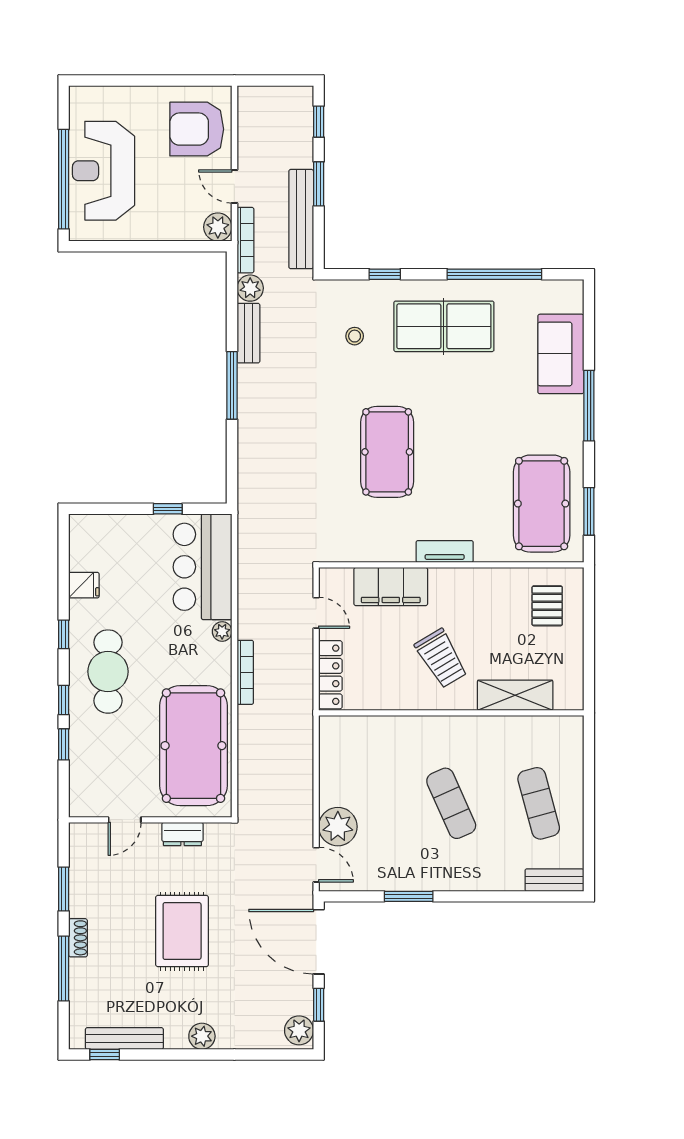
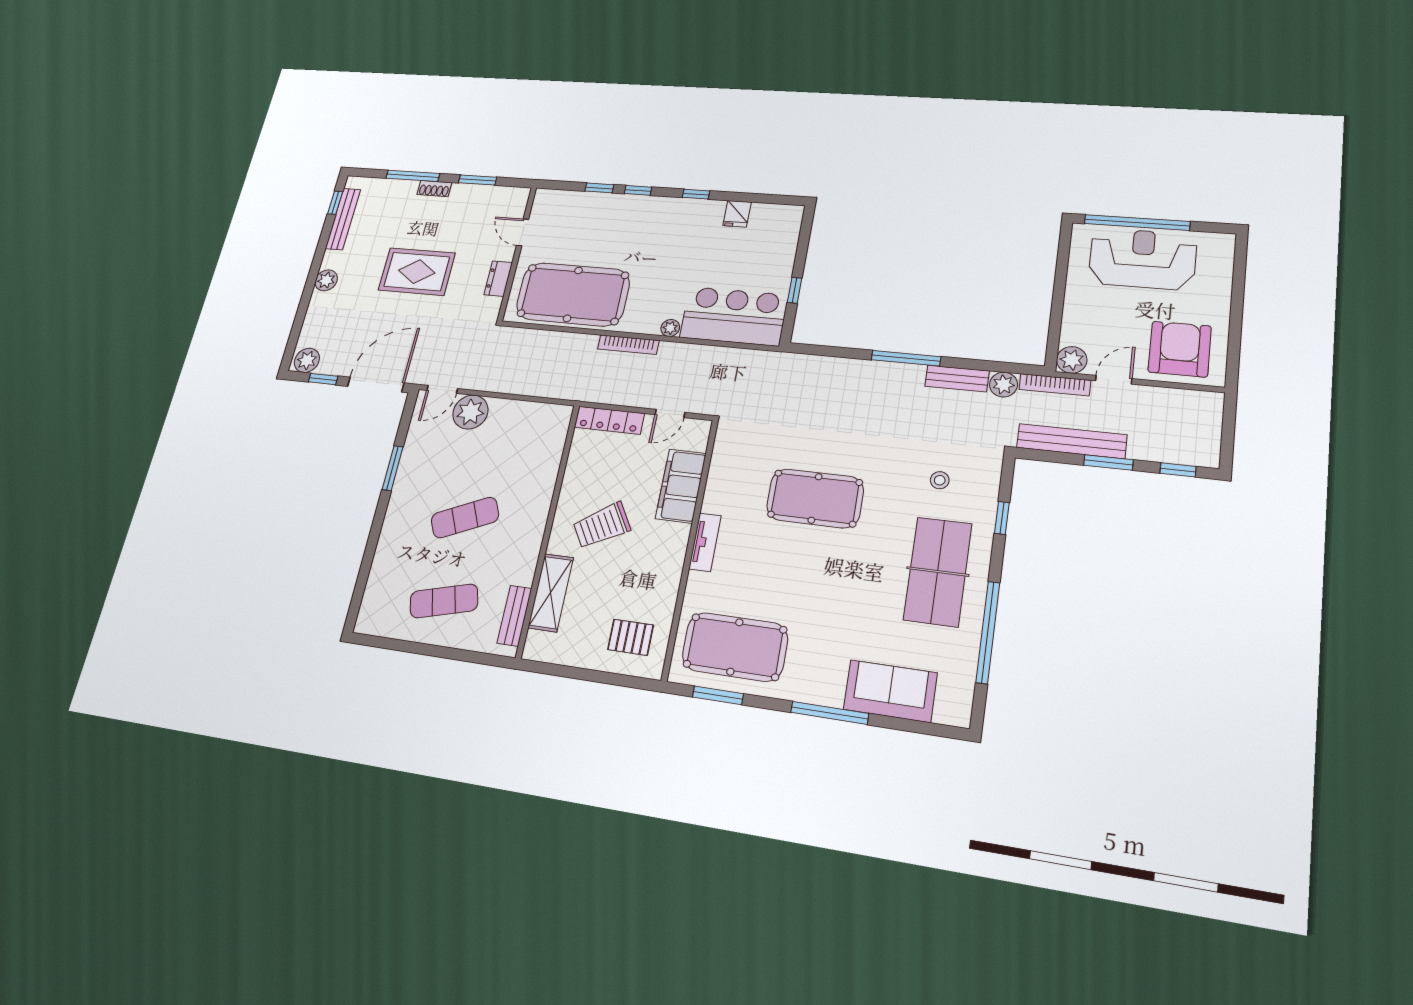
cafe table: (108, 672) -> (655, 228), removed
bench: (554, 880) -> (514, 616), moved

